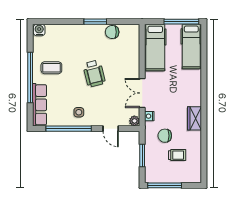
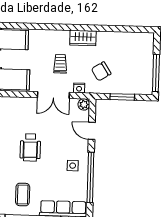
wheelchair: (94, 74) -> (30, 147), turned 104
door: (111, 129) -> (92, 131), swing flipped
chair: (165, 136) -> (101, 71), turned 58
trolley: (177, 155) -> (60, 64), moved

